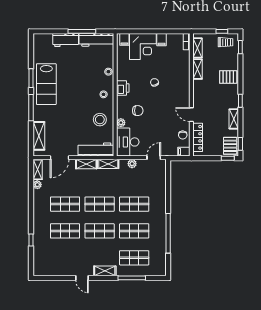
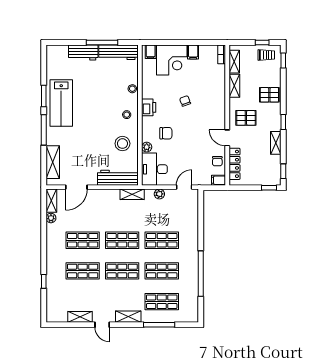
pallet: (230, 146) -> (246, 118), moved, turned 90
shelving: (86, 164) -> (80, 317), moved

